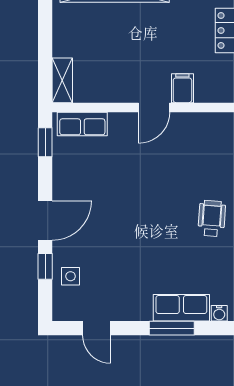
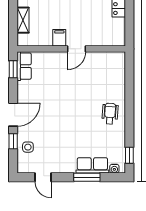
shelving: (62, 80) -> (23, 20), moved
filing cabinet: (182, 88) -> (59, 38), moved
row of seats: (82, 124) -> (24, 66), moved, turned -90

